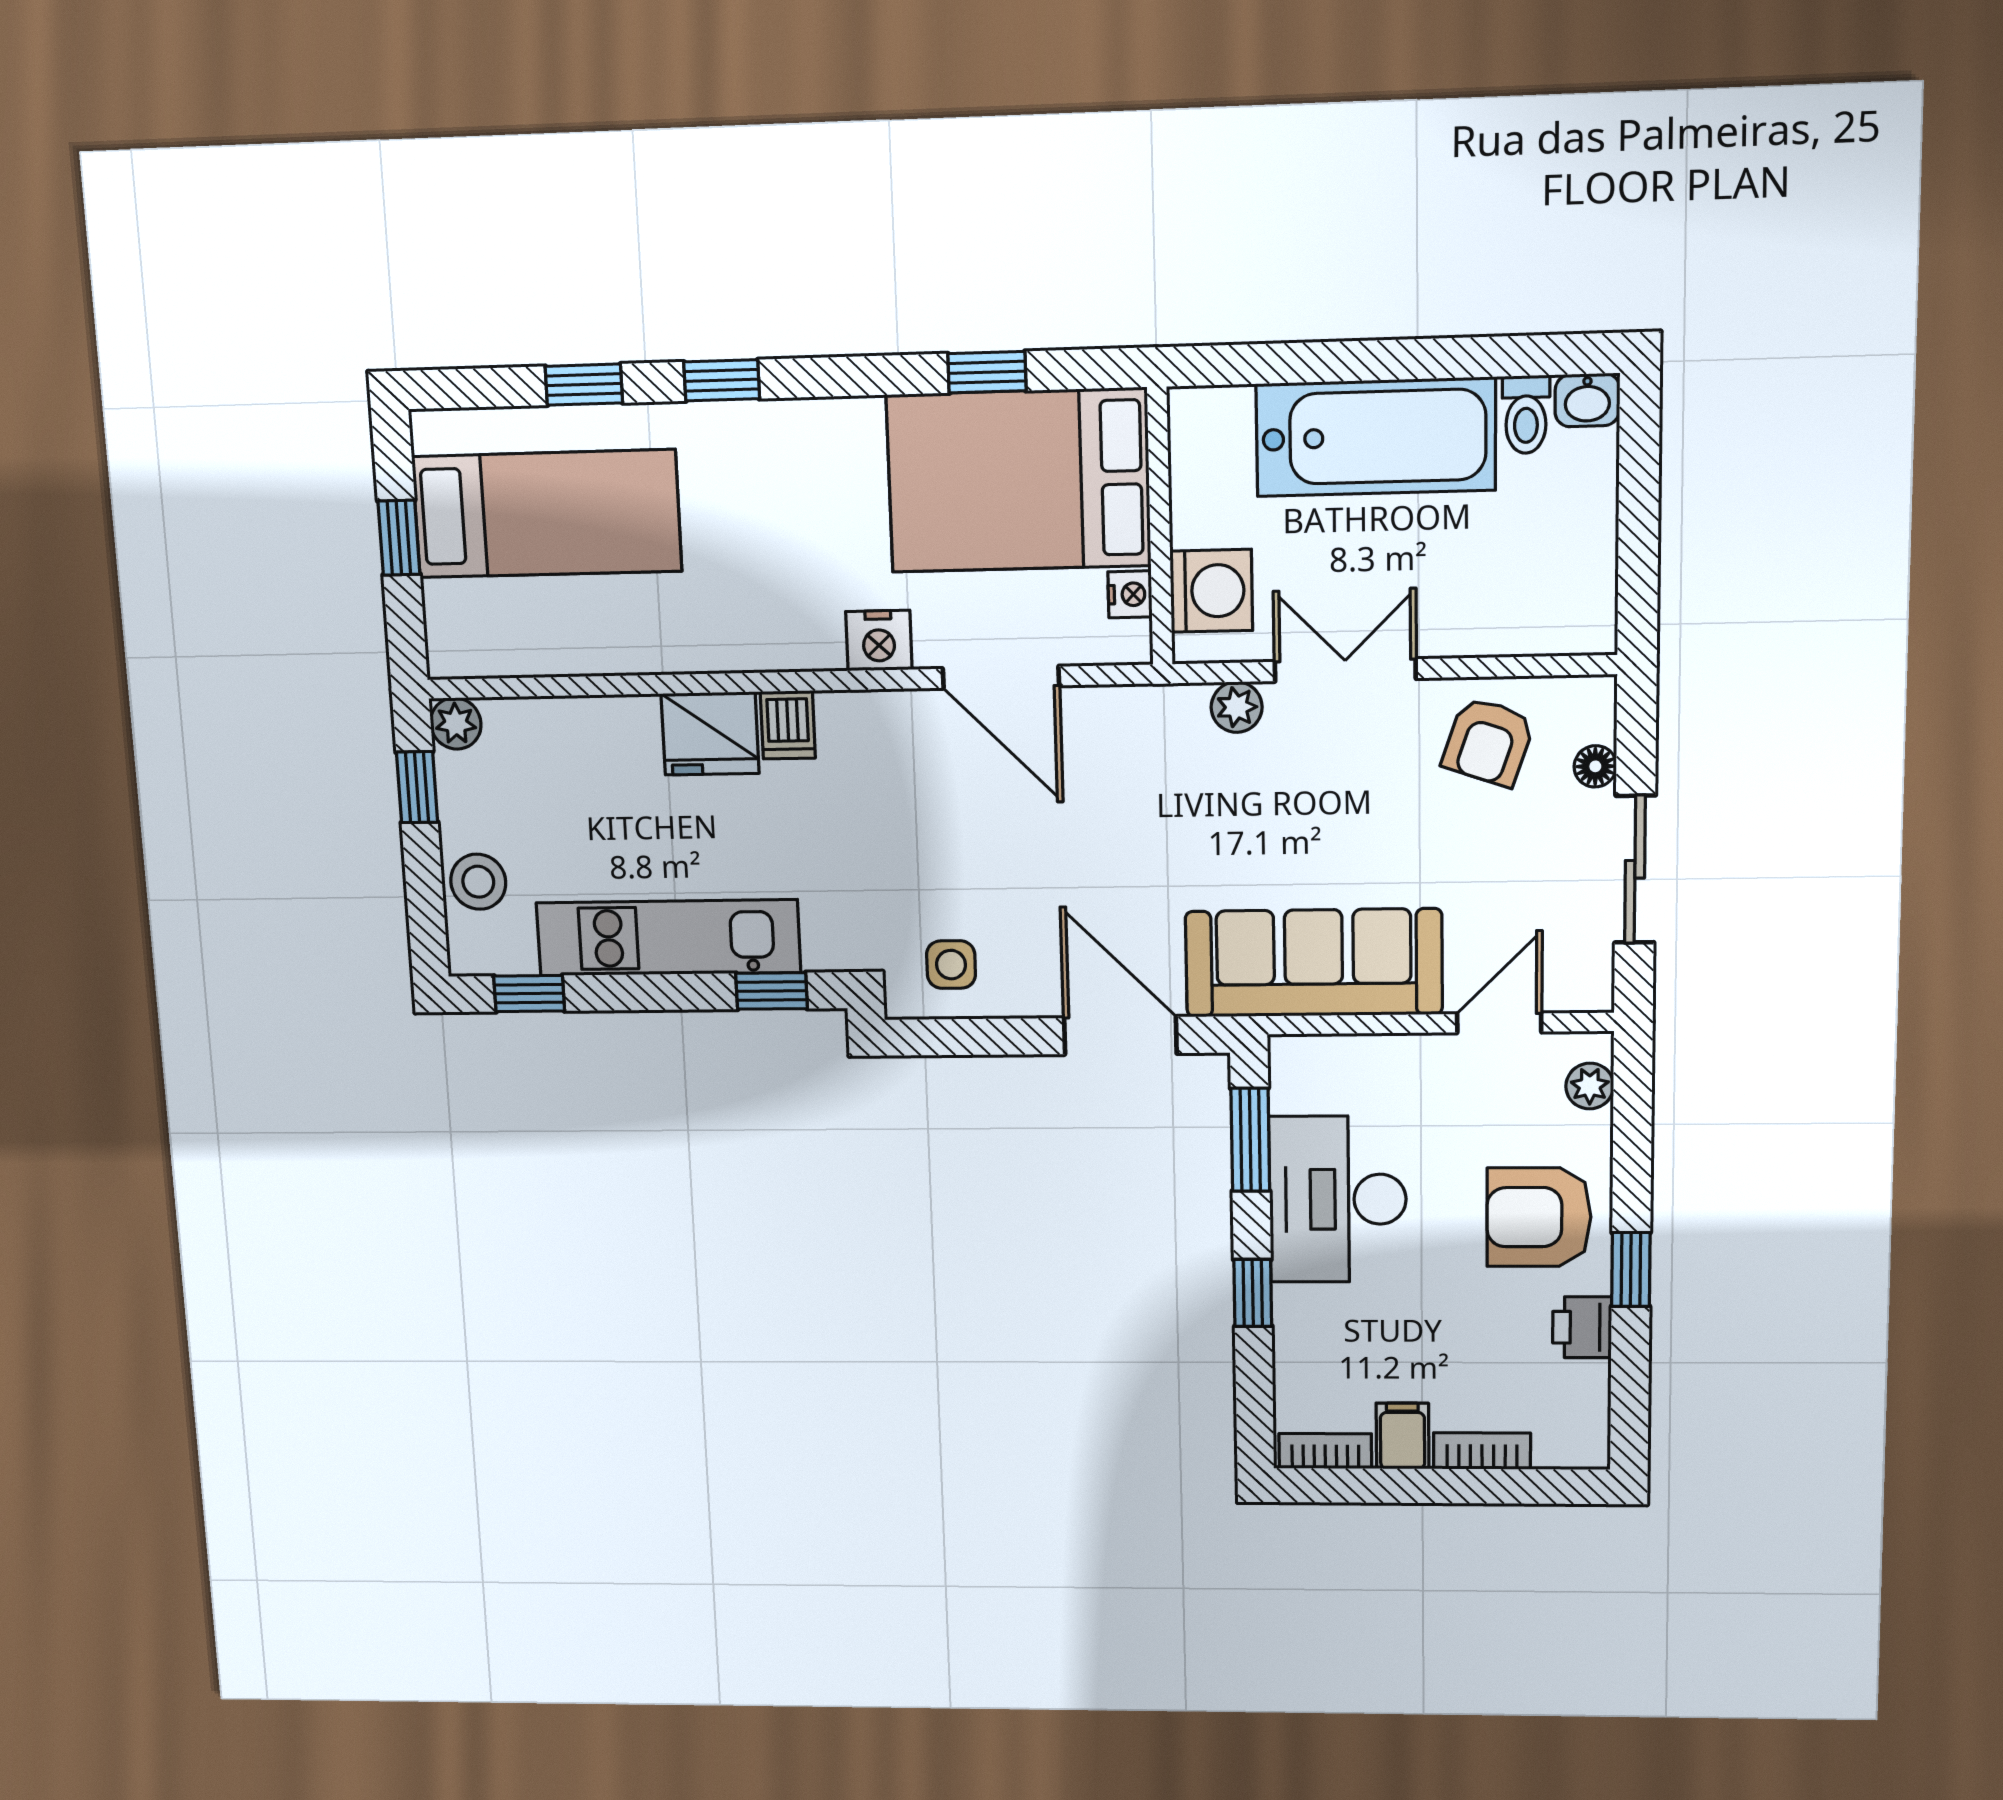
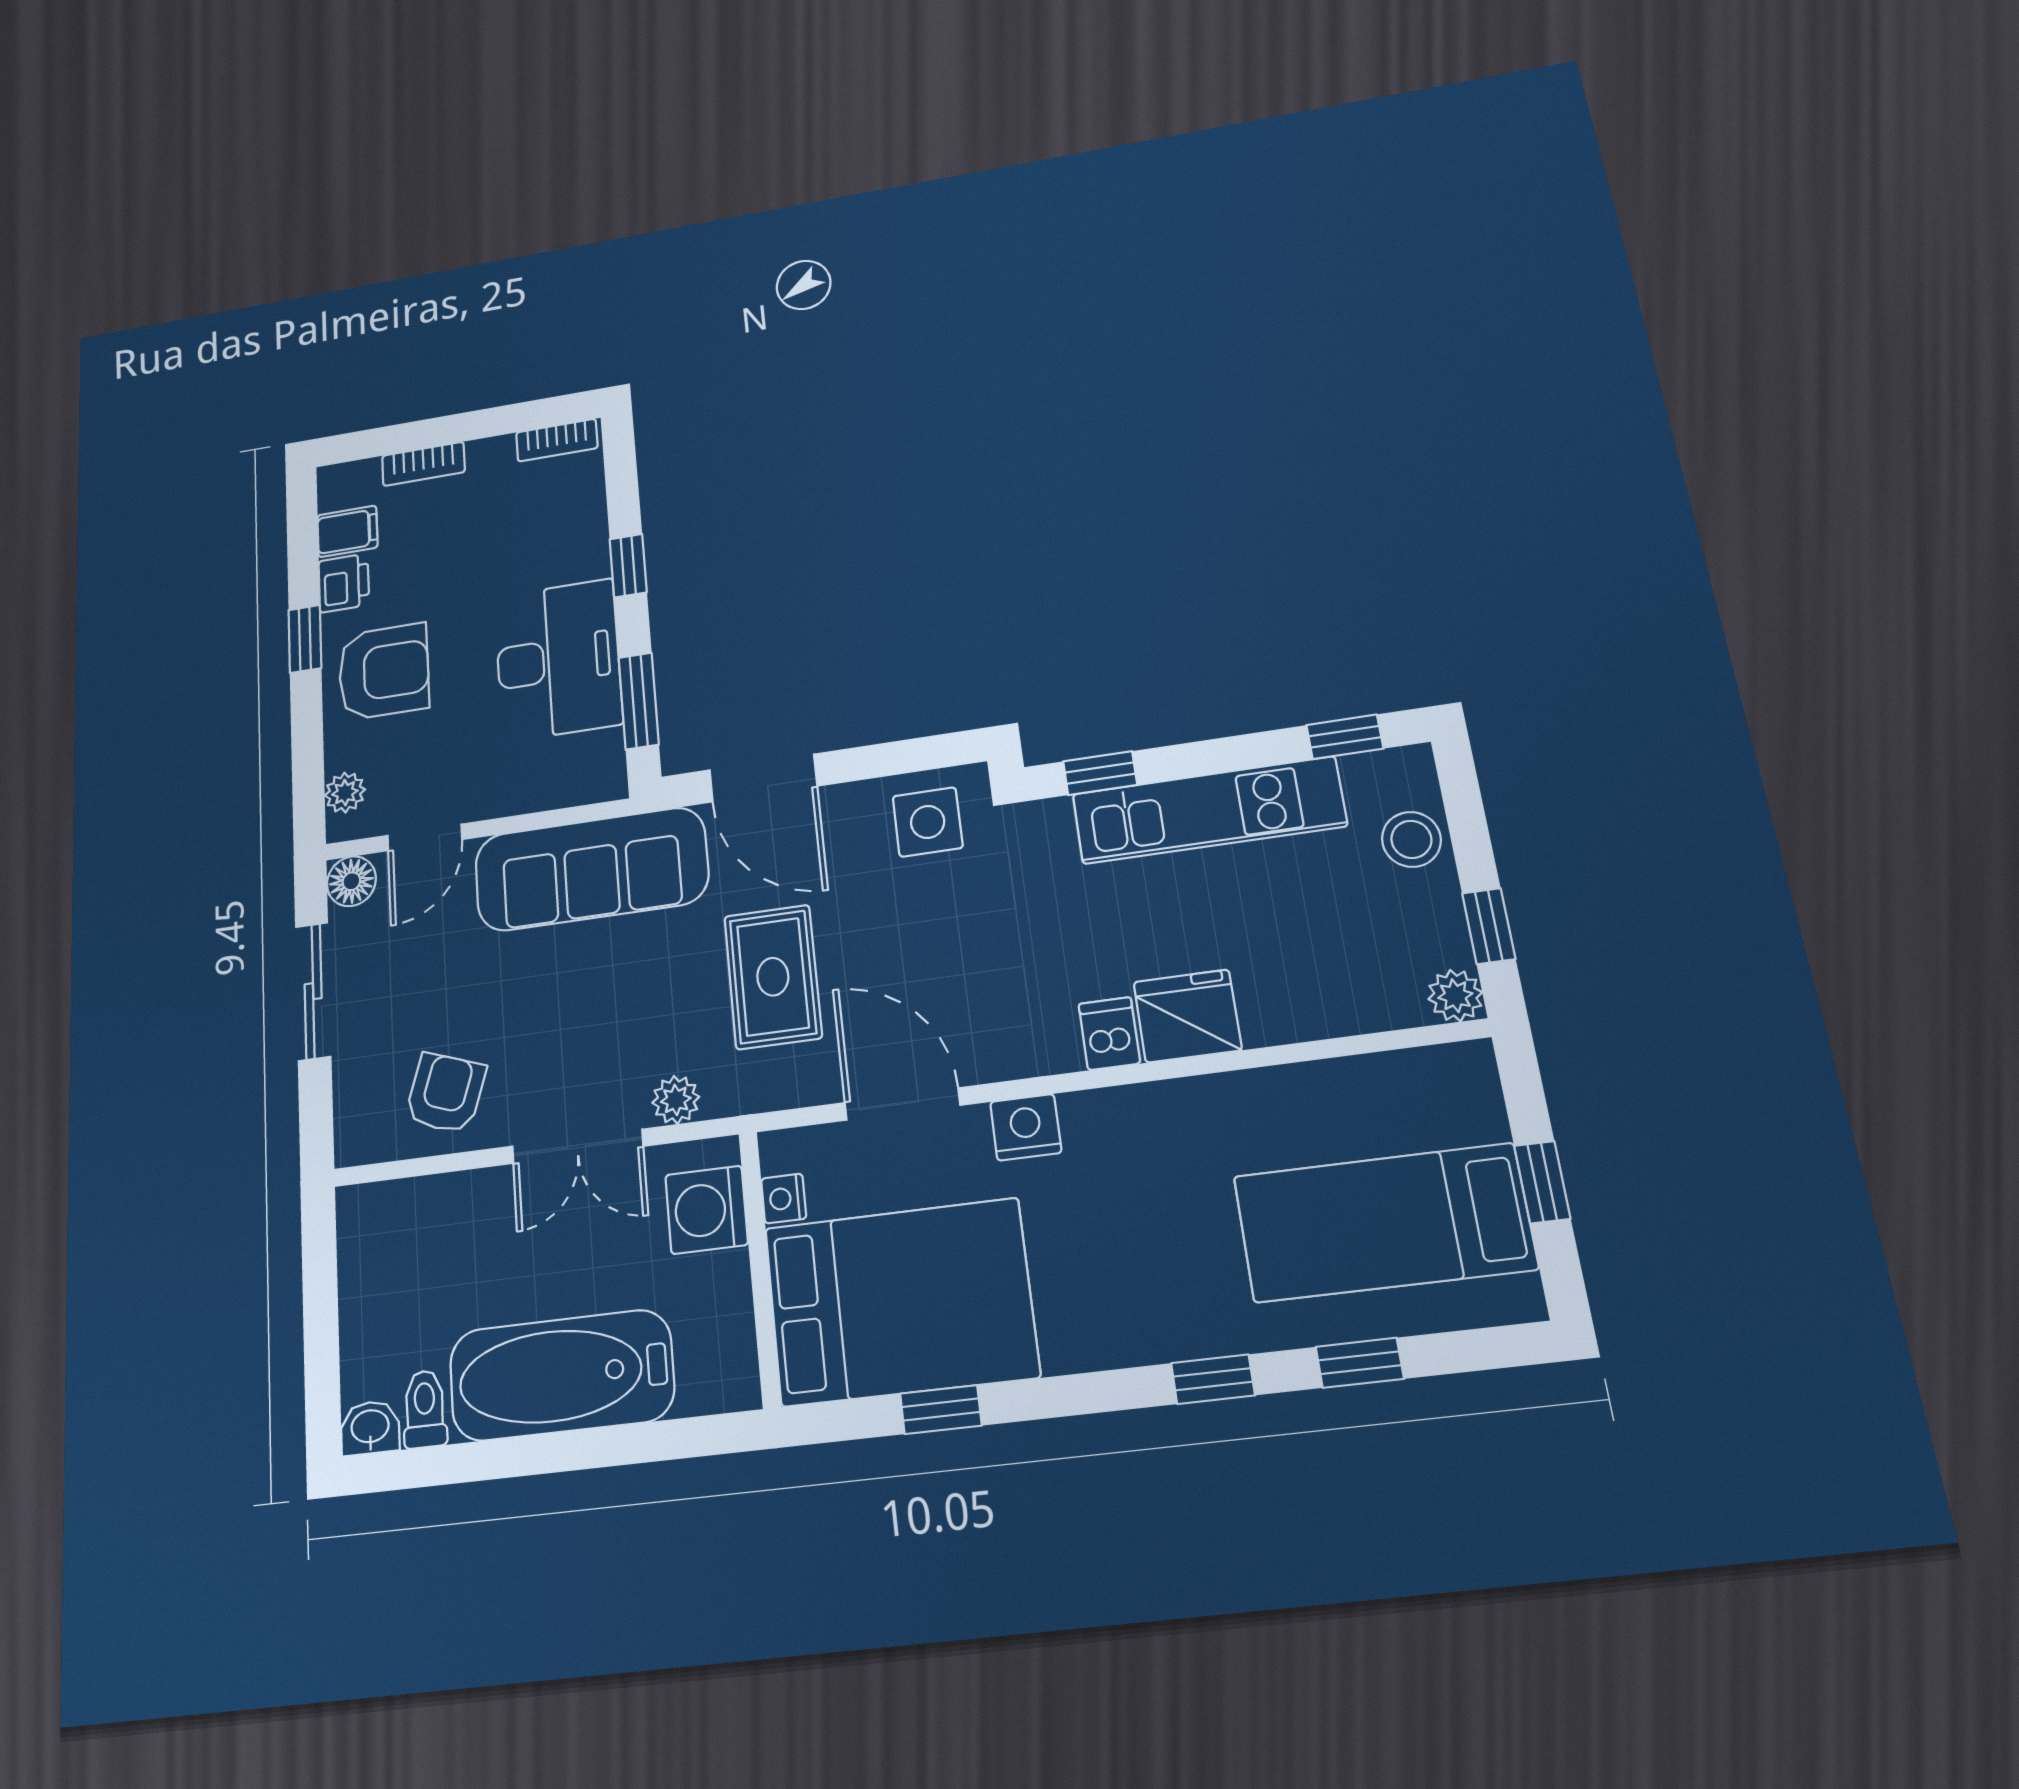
floor lamp: (1595, 766) -> (351, 881), moved, width x1.37, depth x1.37
rug: (1125, 823) -> (773, 977), added
side table: (951, 965) -> (928, 822), width x1.37, depth x1.37
filing cabinet: (1402, 1436) -> (347, 531), moved, turned -90

